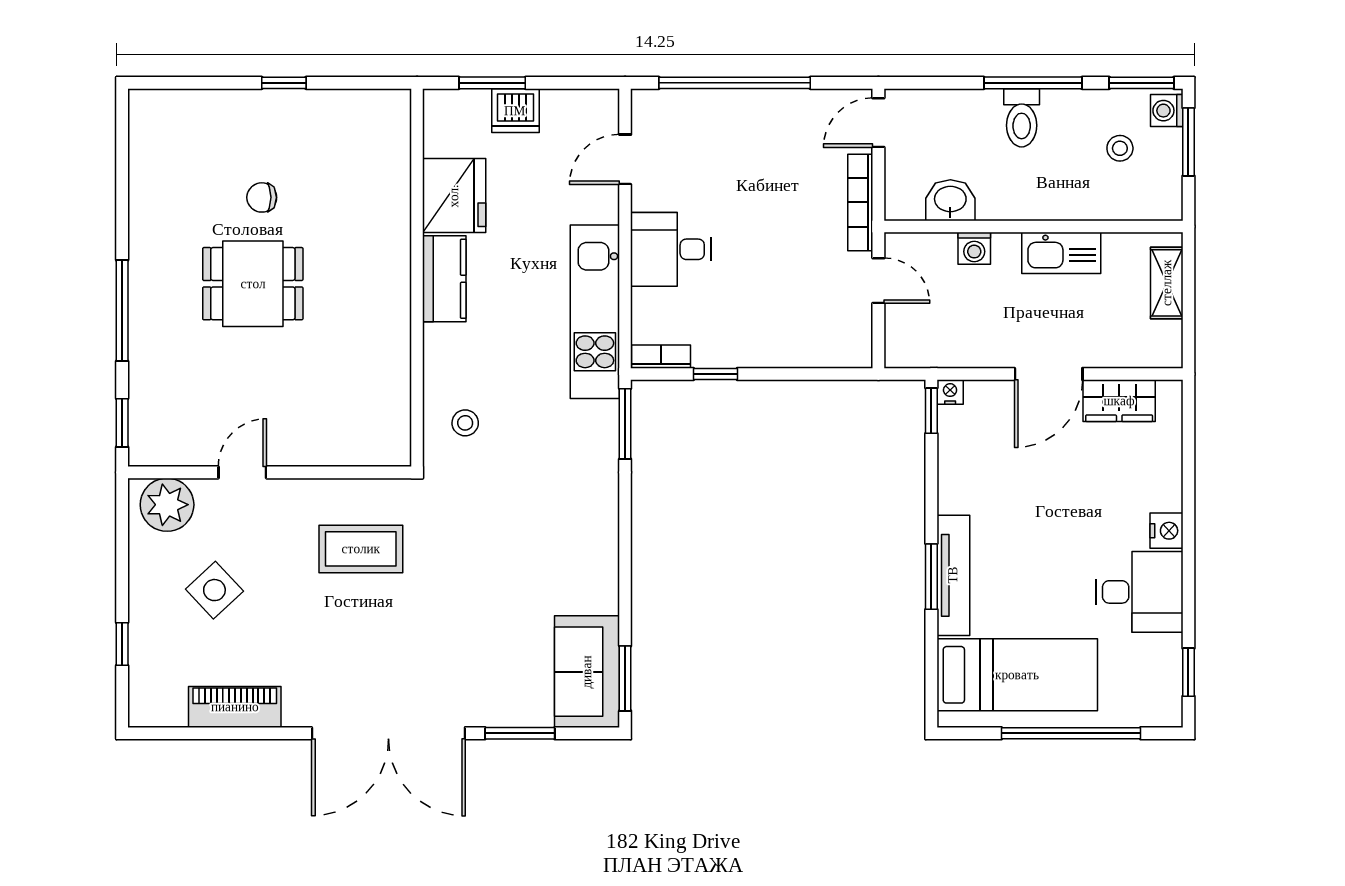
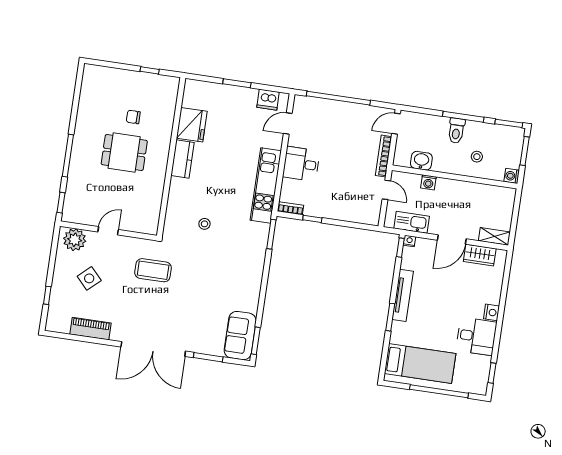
dishwasher: (515, 111) -> (268, 100), moved
washing machine: (1167, 111) -> (512, 176), moved
stool: (1120, 148) -> (477, 157), moved
fridge: (454, 196) -> (192, 125), moved
kitchen sink: (1061, 253) -> (412, 222), moved, turned 180
wall: (417, 278) -> (171, 157), moved
kitchen counter: (444, 279) -> (183, 159), moved
shelving: (1167, 283) -> (494, 236), moved, turned 90
tv unit: (953, 575) -> (403, 295), moved

